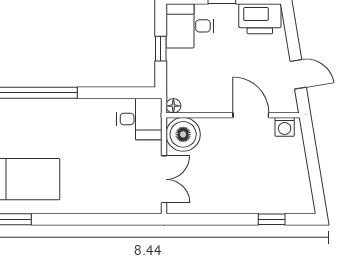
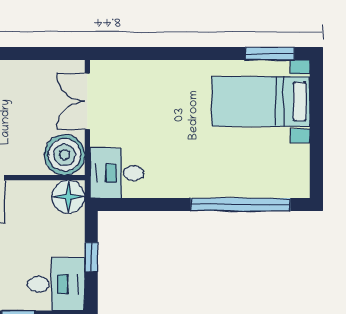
floor lamp: (173, 106) -> (68, 197), width x1.89, depth x1.89

